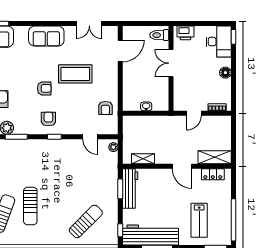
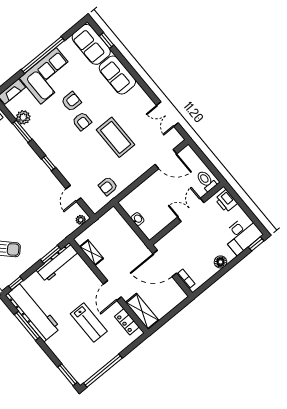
sofa: (46, 36) -> (117, 75), moved
door: (194, 113) -> (165, 264), width x1.87
armchair: (48, 119) -> (71, 102), moved
lab bench: (199, 220) -> (89, 322), moved, turned -90

